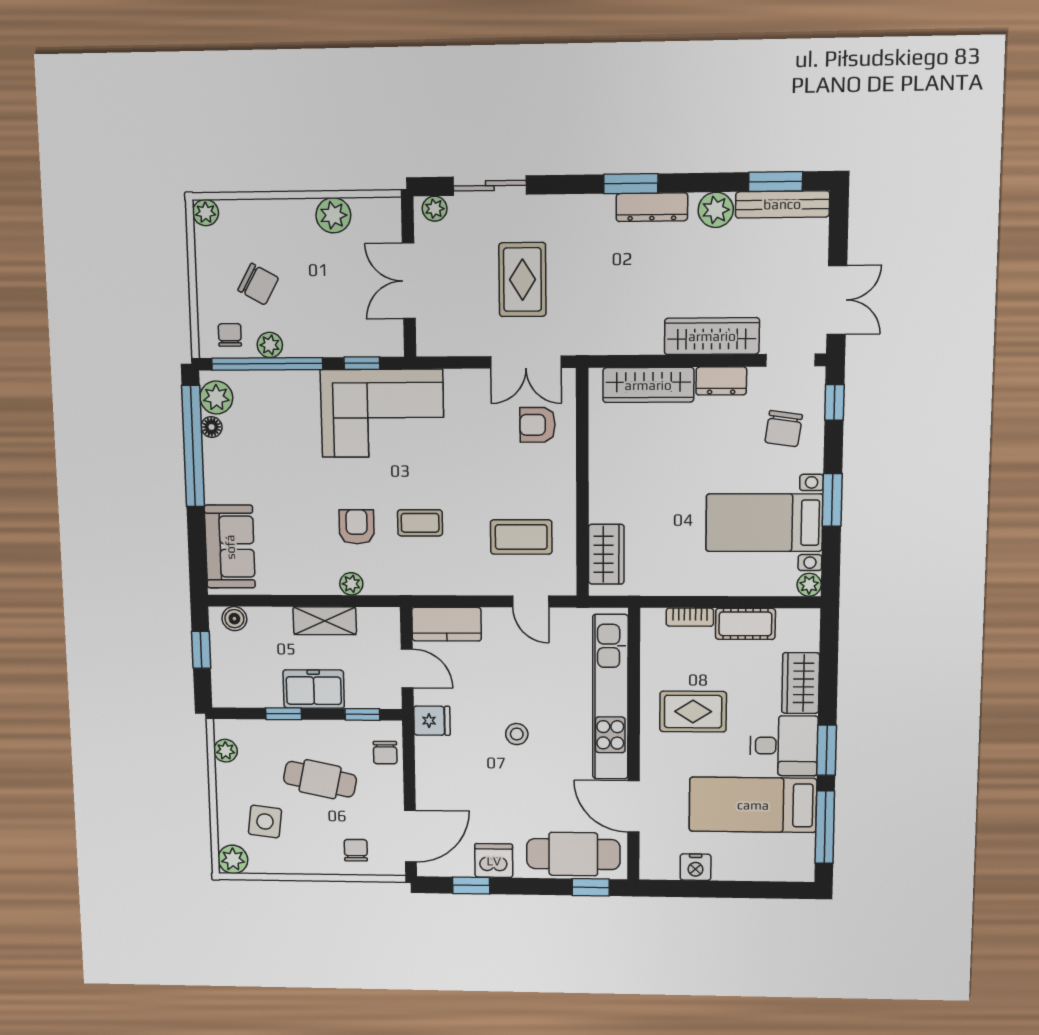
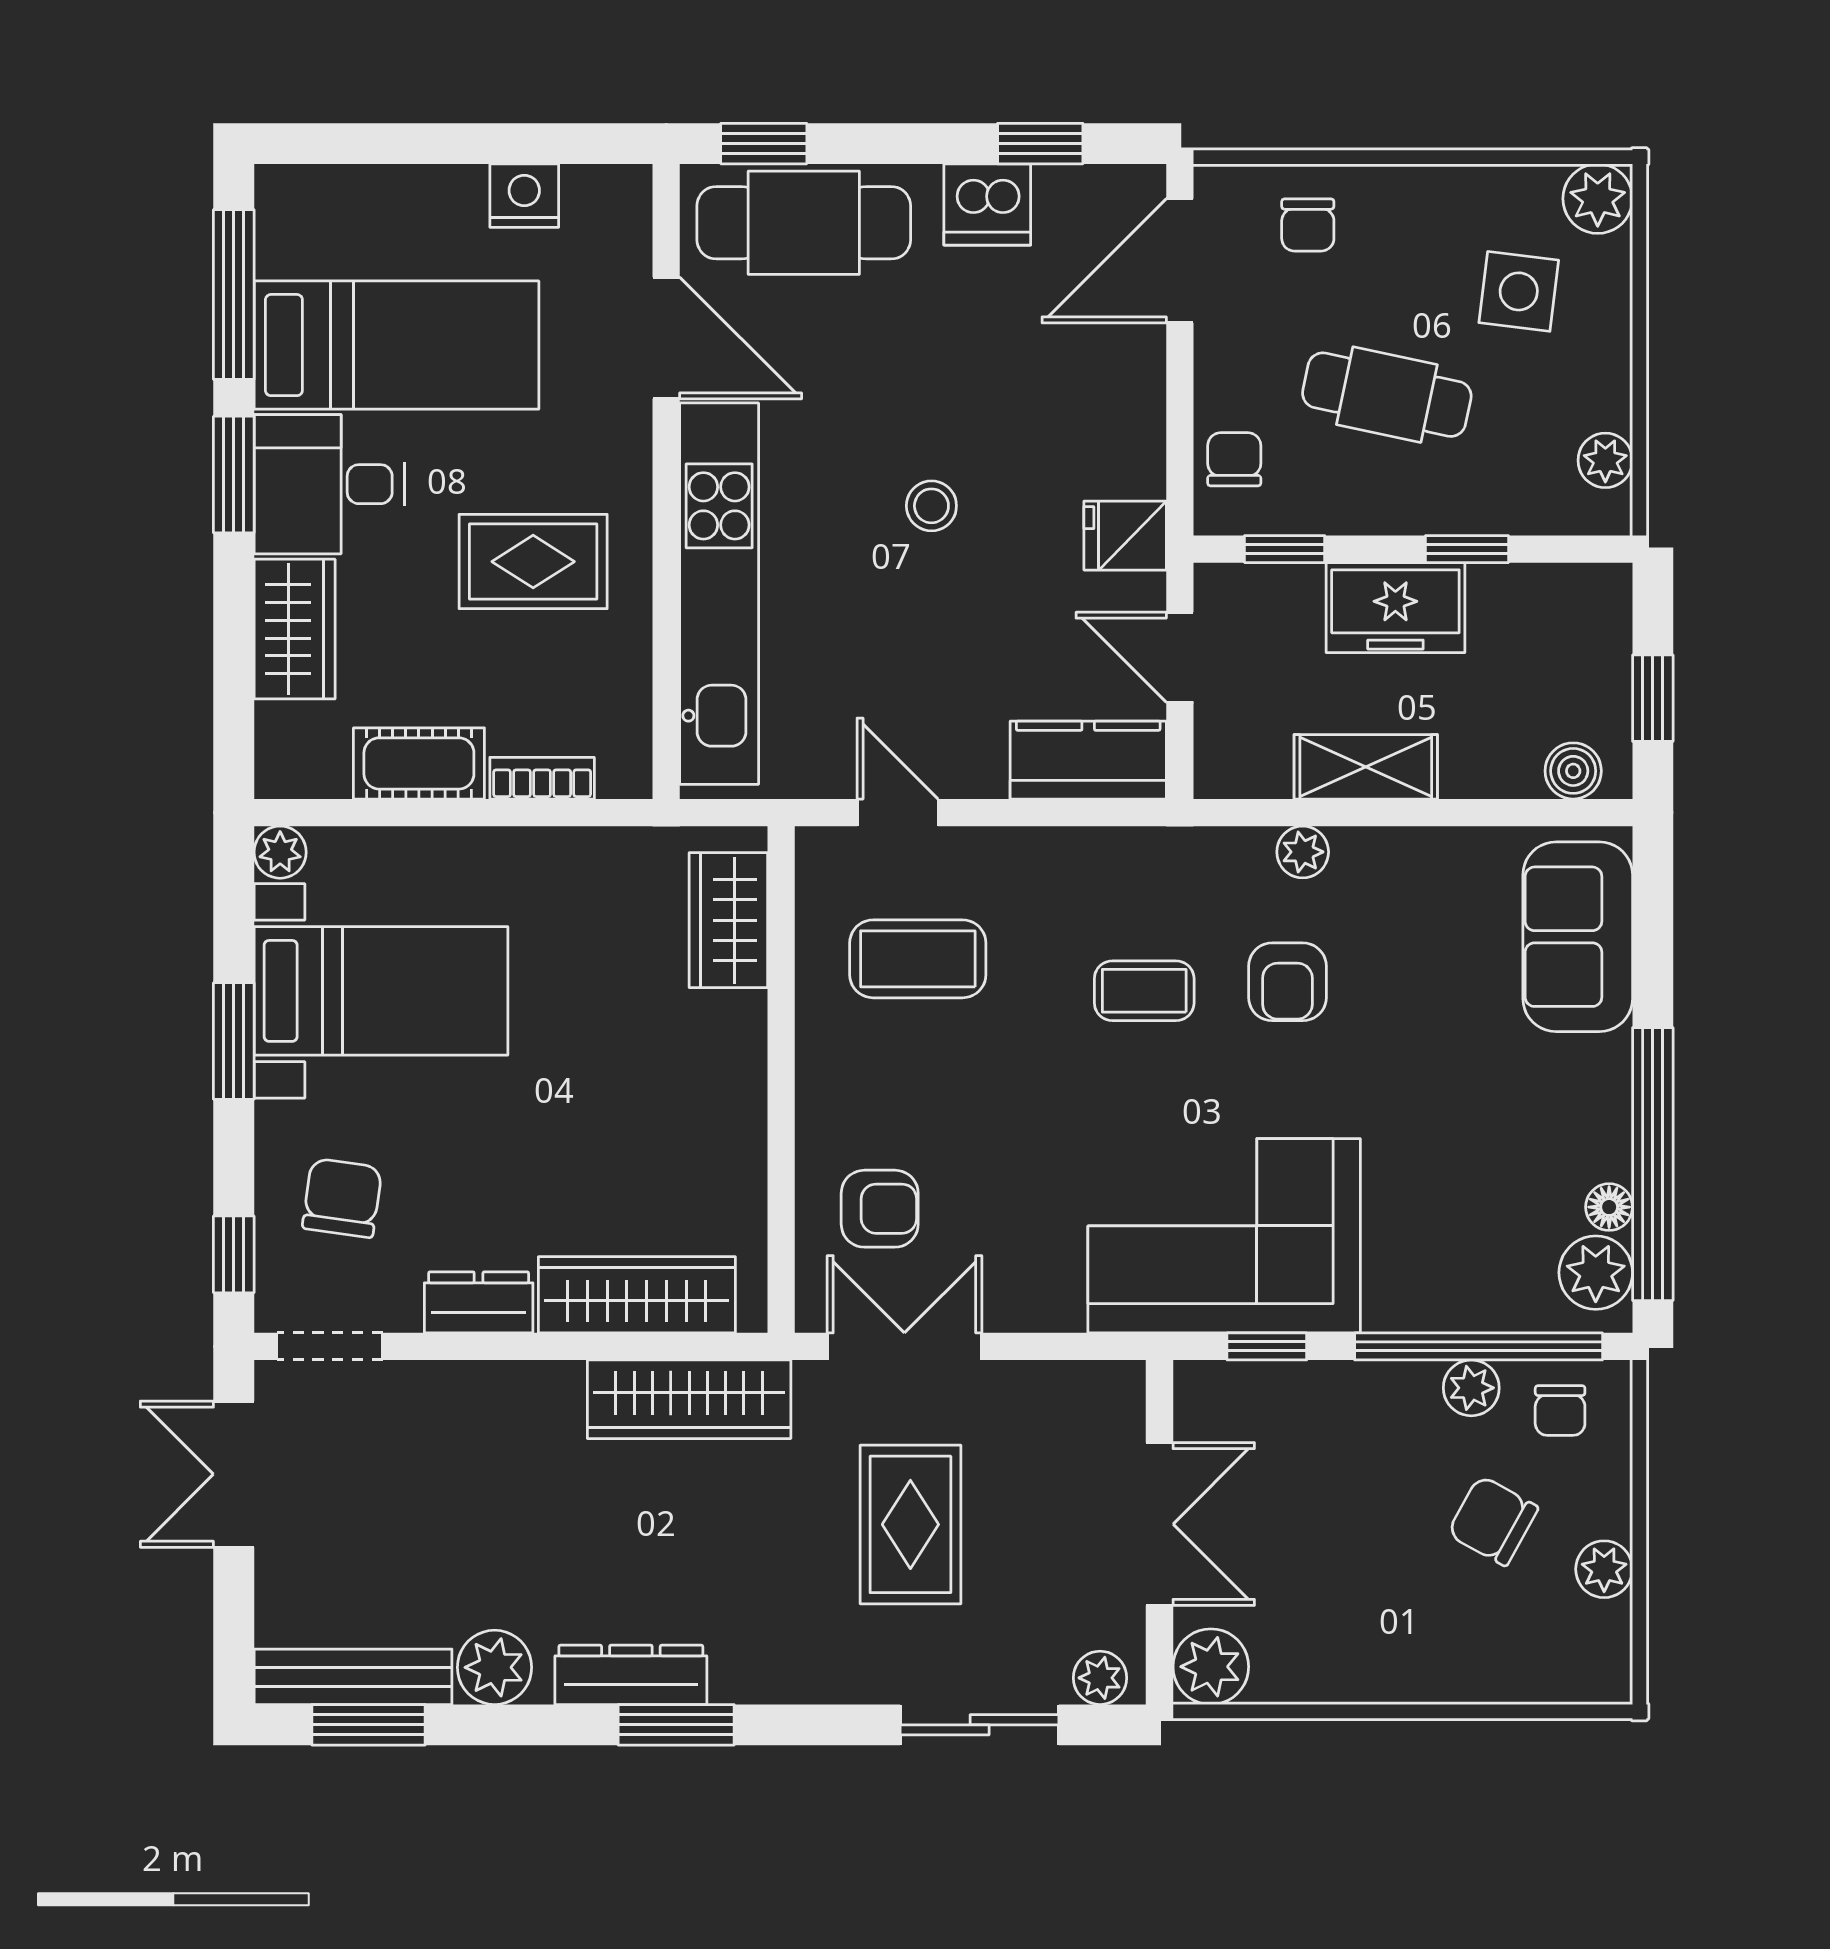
plant: (206, 213) -> (1604, 1569), moved
plant: (333, 215) -> (1211, 1667), moved
wardrobe: (712, 336) -> (689, 1399), moved

